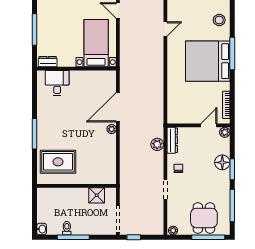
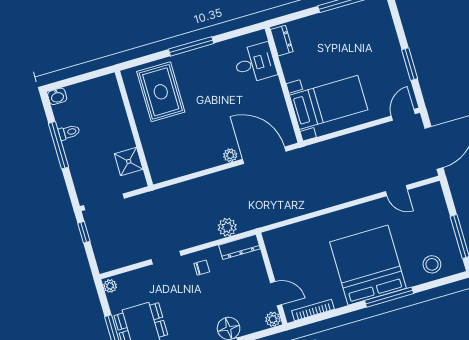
bed with nightstands: (96, 43) -> (329, 102), moved
dresser: (48, 62) -> (282, 41), moved
wall: (77, 69) -> (284, 85), moved
desk: (57, 83) -> (255, 63), moved

